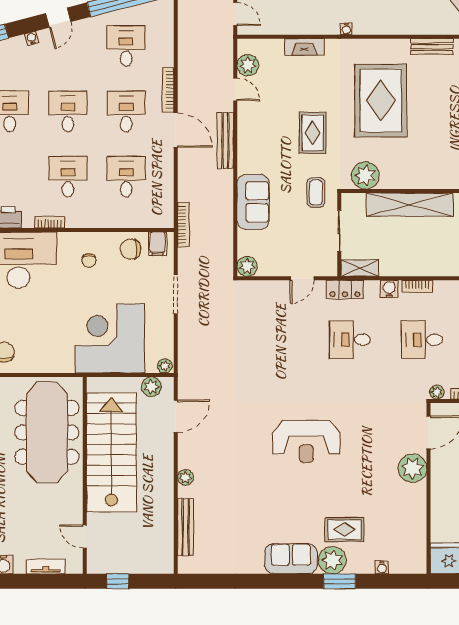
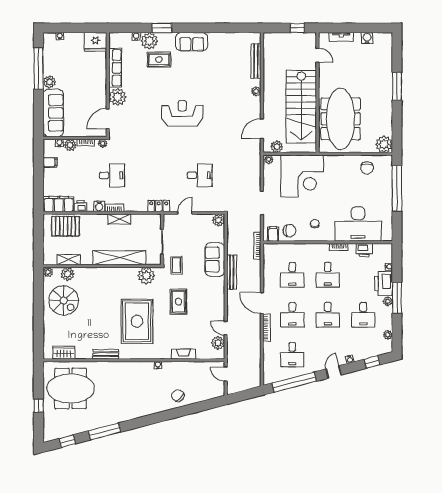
bench: (225, 140) -> (232, 272), moved
shelving: (360, 268) -> (119, 219), moved
water cooler: (389, 289) -> (99, 206), moved
desk: (350, 340) -> (200, 175), moved
row of seats: (416, 516) -> (115, 68), added
plant: (332, 560) -> (149, 41), moved

